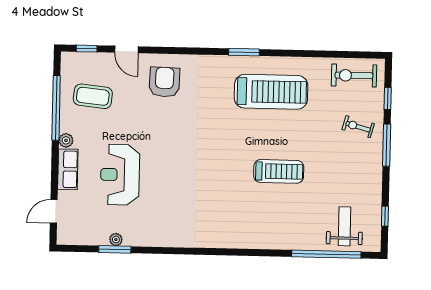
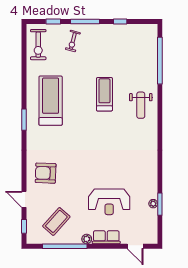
door: (126, 49) -> (24, 199), swing flipped
coffee table: (93, 96) -> (56, 221), turned 36
window: (385, 216) -> (120, 21), moved
weight bench: (344, 226) -> (141, 105), moved, turned -90

